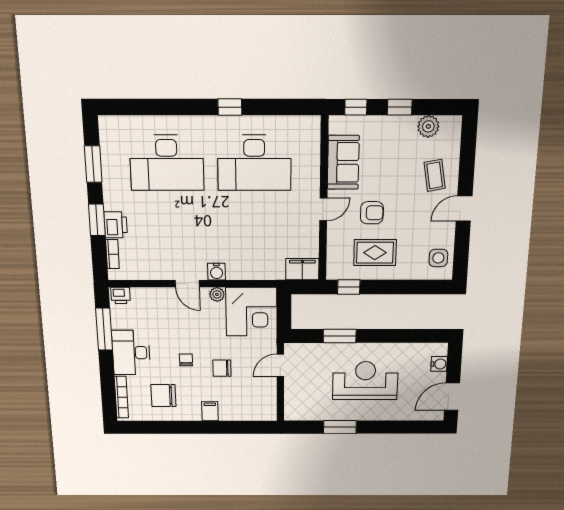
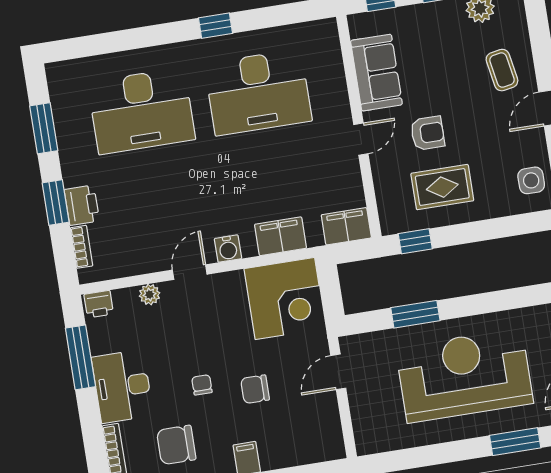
filing cabinet: (255, 269) -> (280, 236), added
door: (187, 284) -> (190, 272), swing flipped
plant: (217, 294) -> (150, 294), moved
reception desk: (365, 381) -> (464, 375), width x1.36, depth x1.30
window: (340, 427) -> (515, 442), moved

